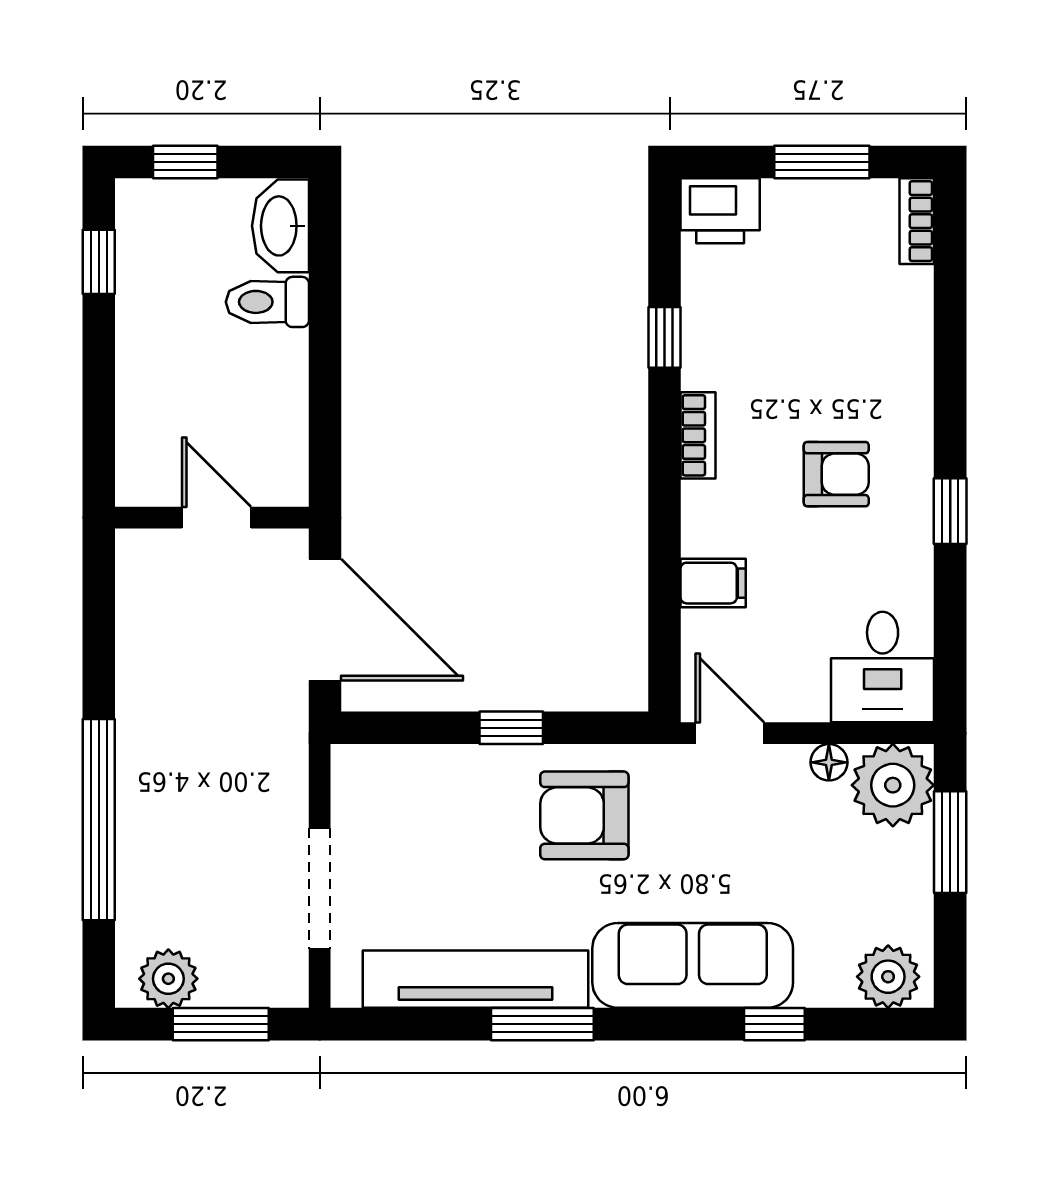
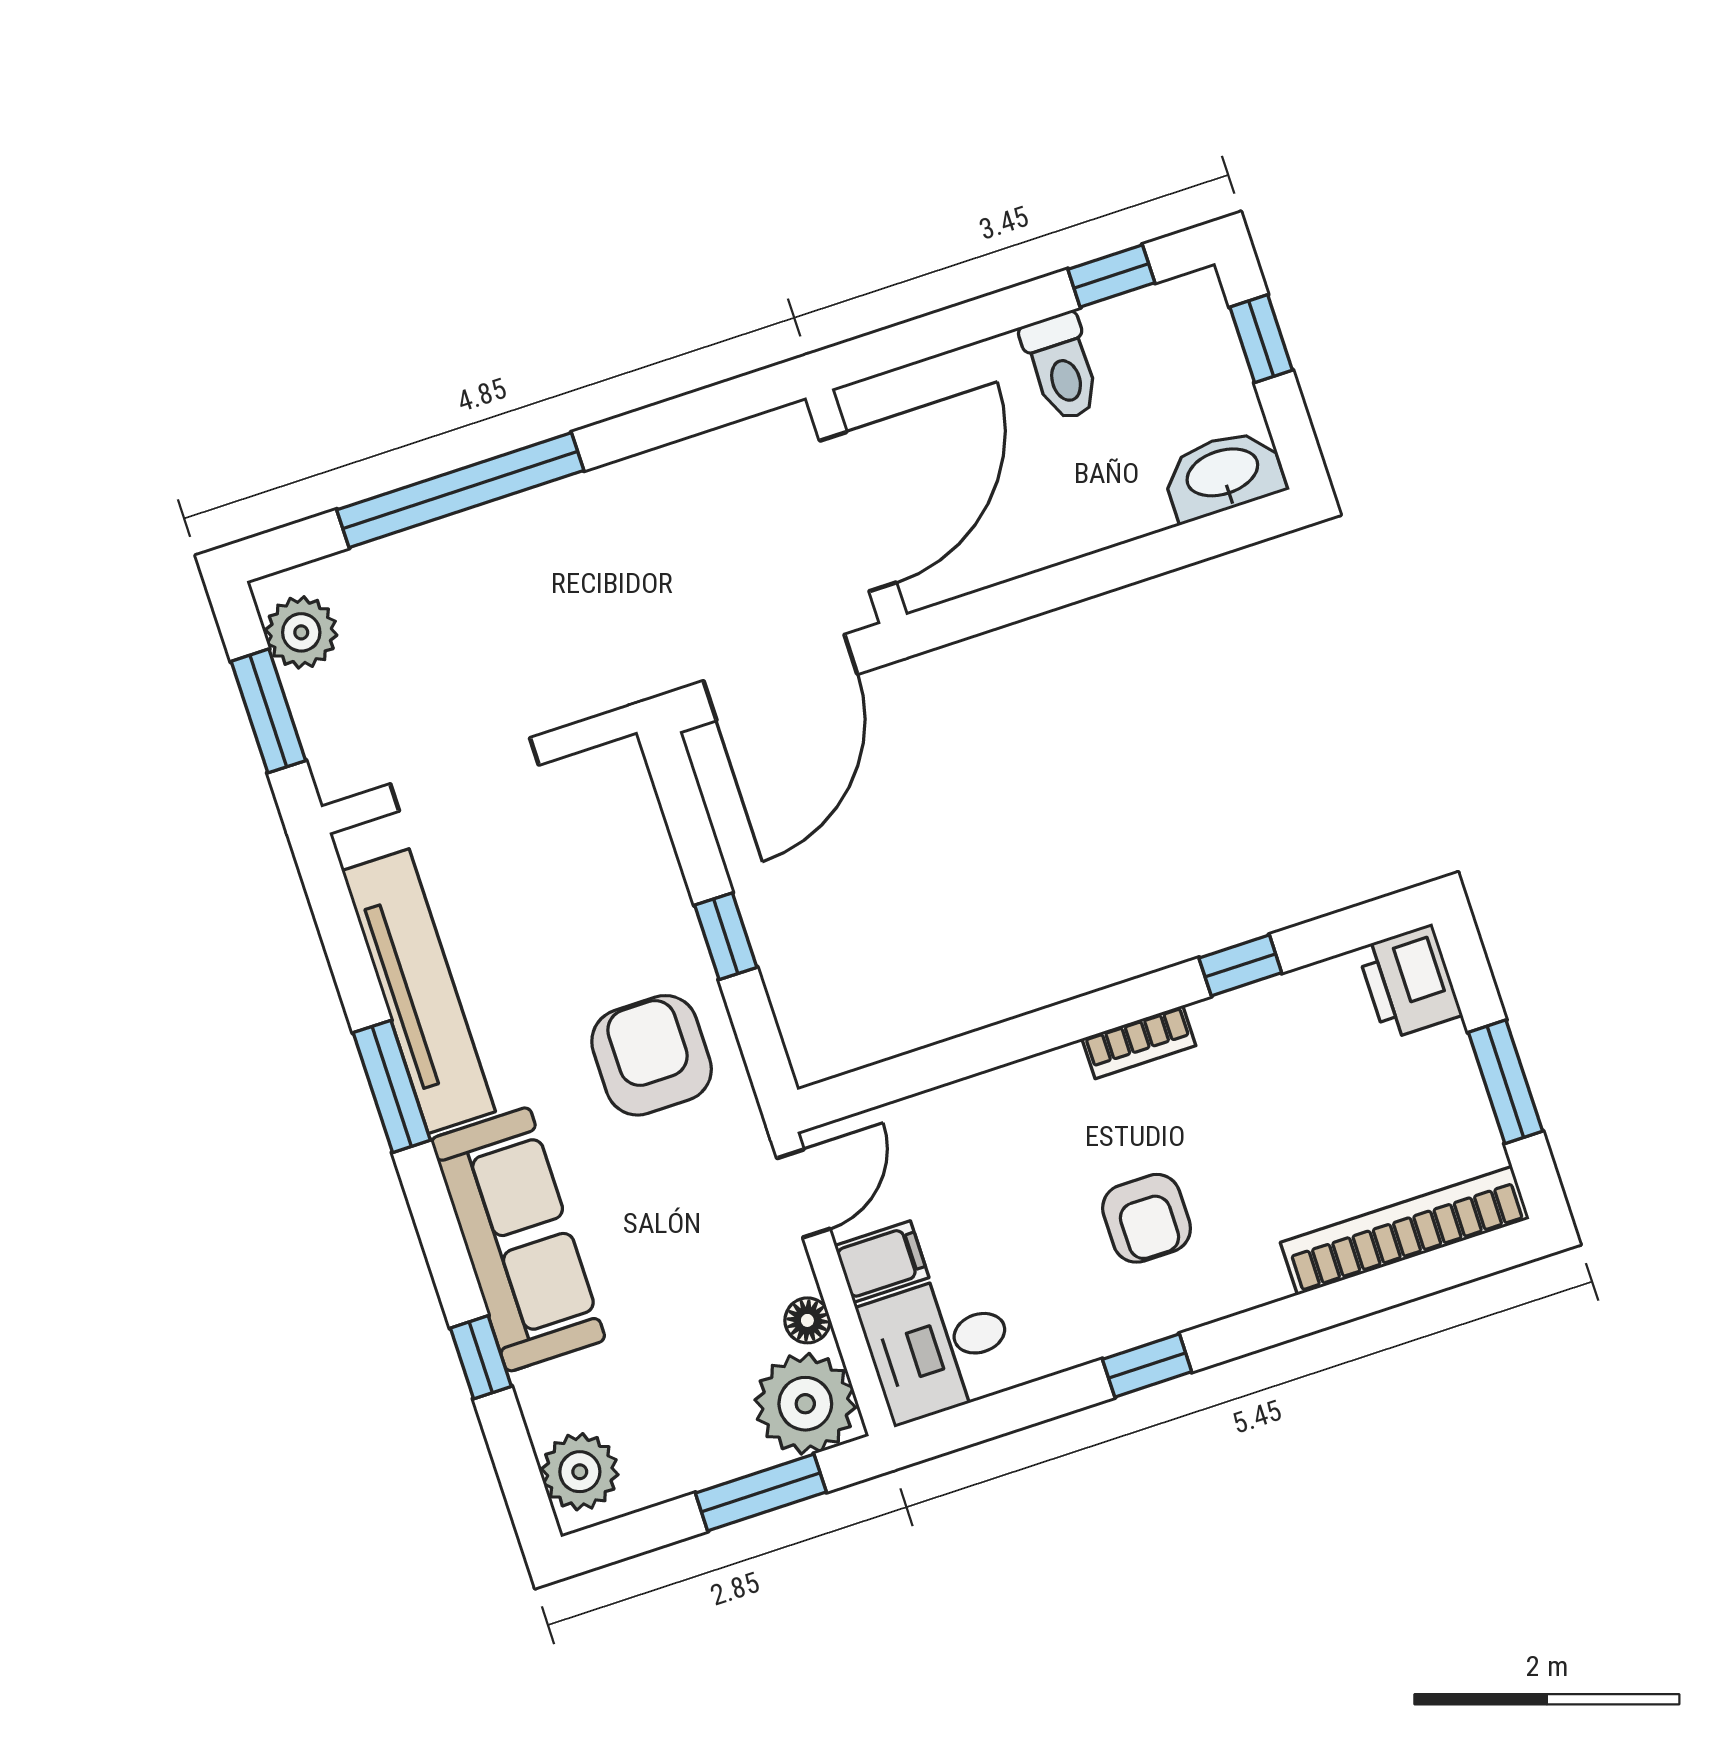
bookcase: (917, 221) -> (1405, 1231), width x2.31, depth x1.31
toilet: (267, 302) -> (1062, 367), moved, turned 180
door: (216, 518) -> (858, 512), width x1.88
filing cabinet: (713, 583) -> (882, 1262), moved, turned -90

